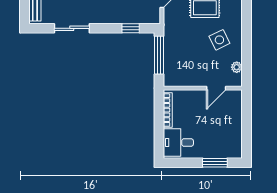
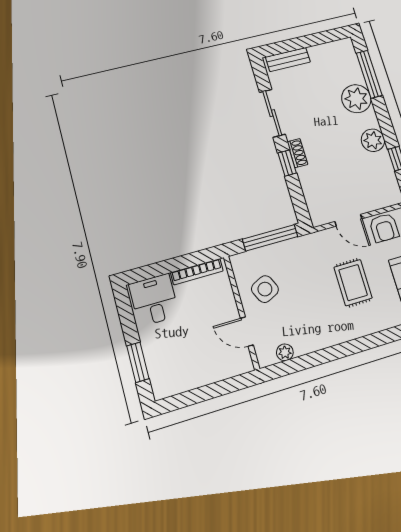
shoe rack: (105, 19) -> (297, 153), added
window: (131, 28) -> (287, 163), moved
side table: (219, 40) -> (265, 289), moved

